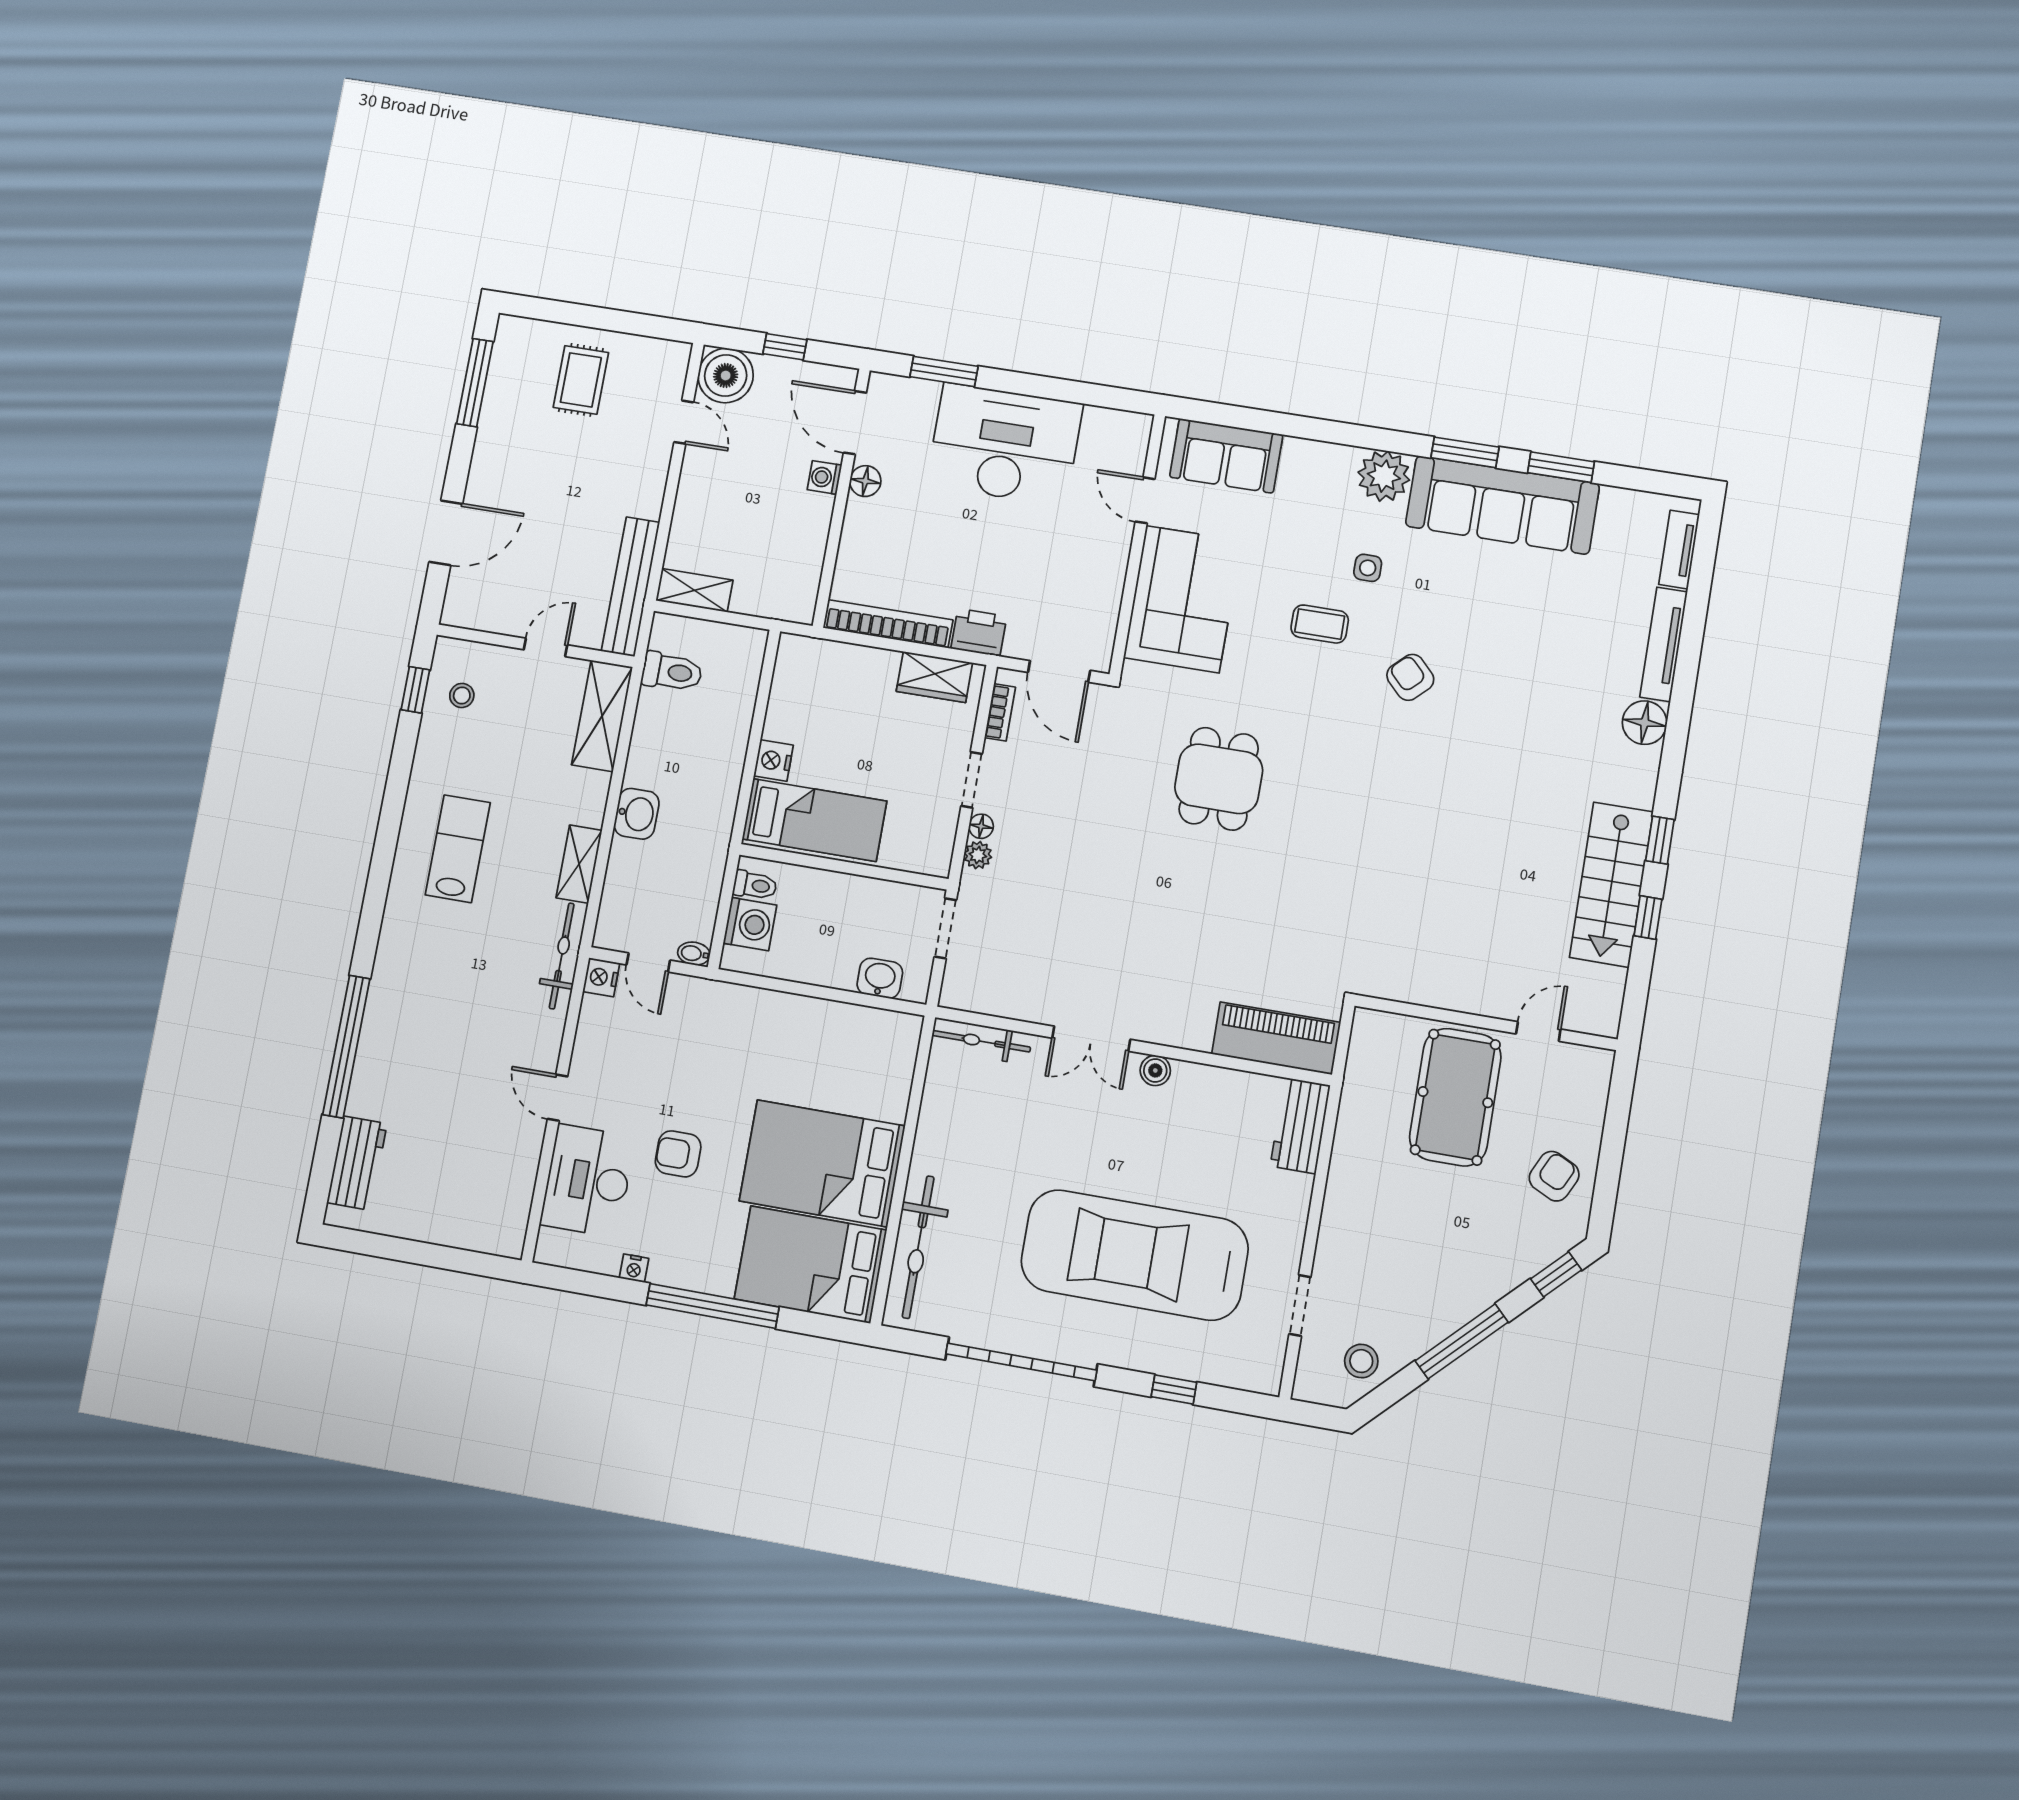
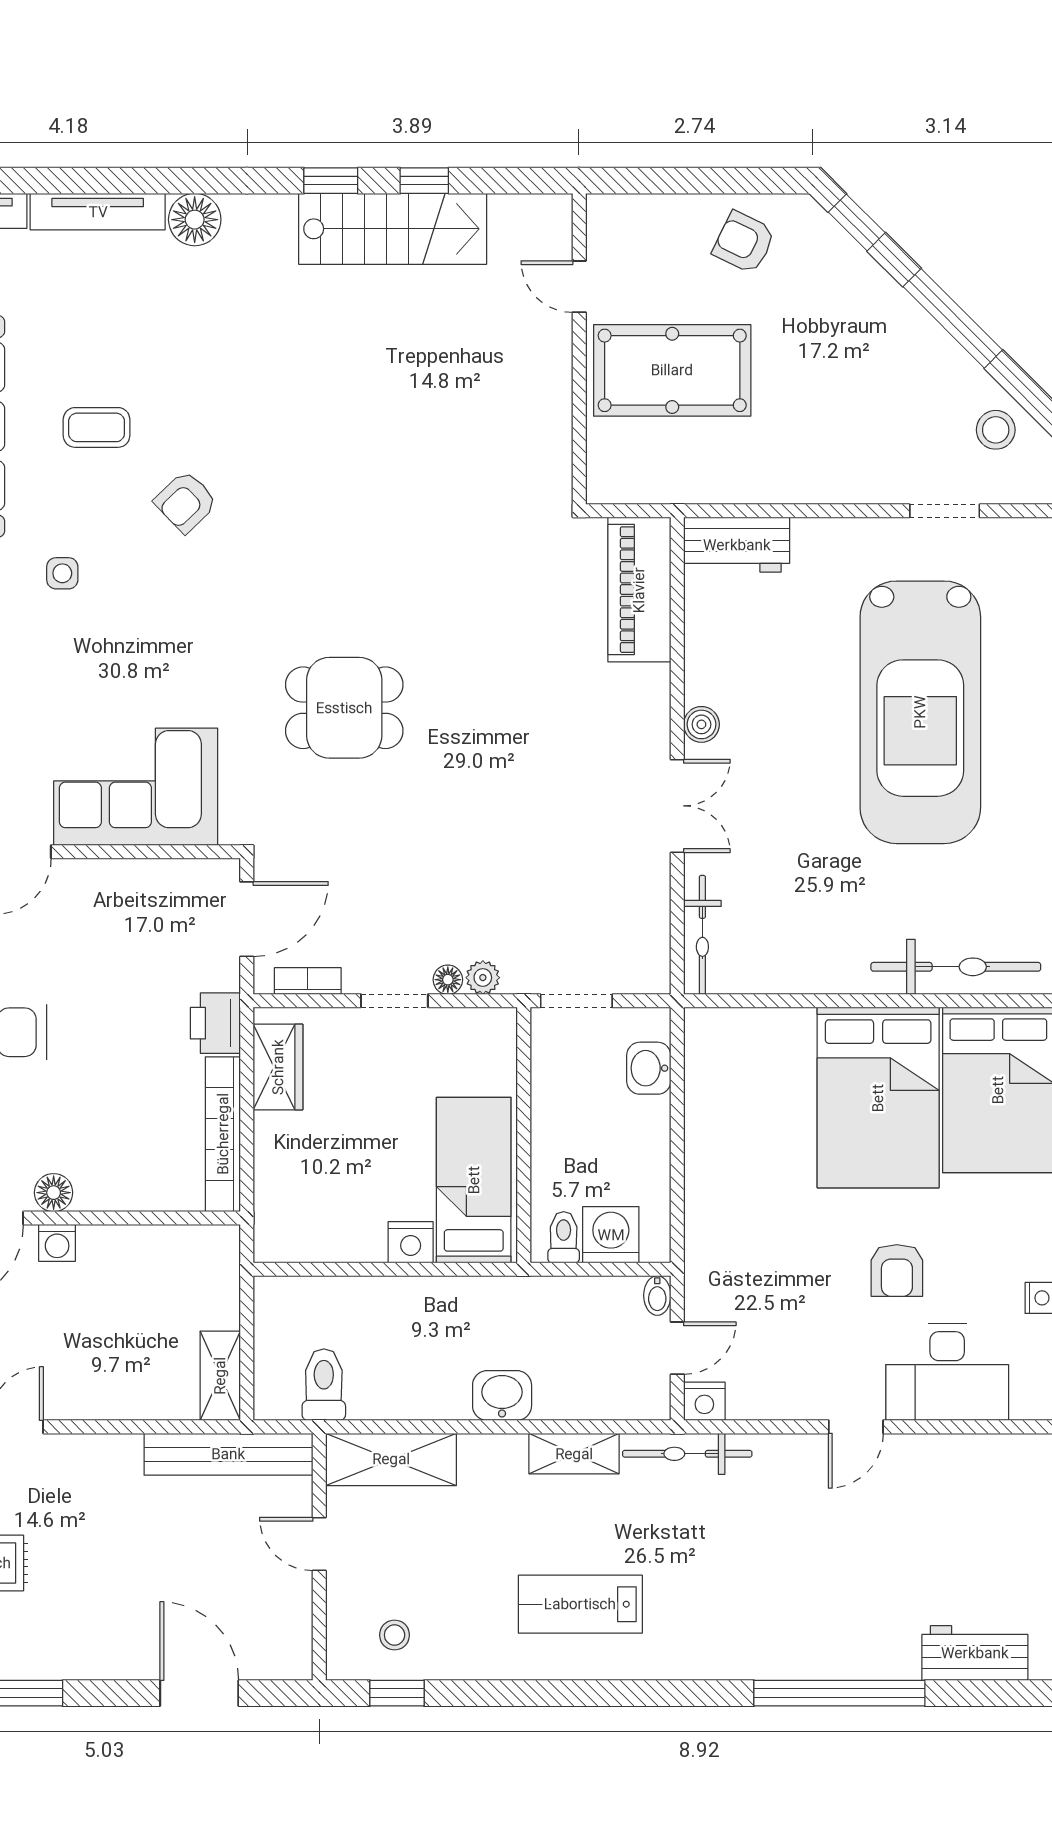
coffee table: (1320, 624) -> (97, 427), moved, turned 90

